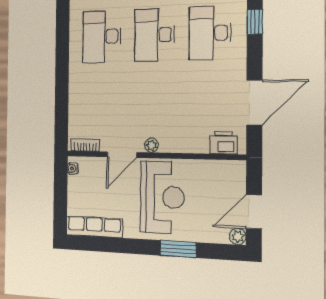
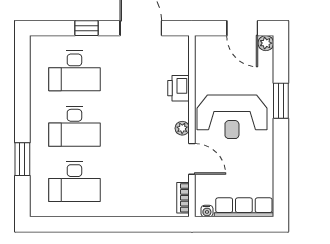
window: (255, 22) -> (87, 28), moved
printer: (223, 143) -> (178, 88), moved
reception desk: (162, 197) -> (232, 117), turned 180
row of seats: (94, 227) -> (244, 207), moved, turned 90

